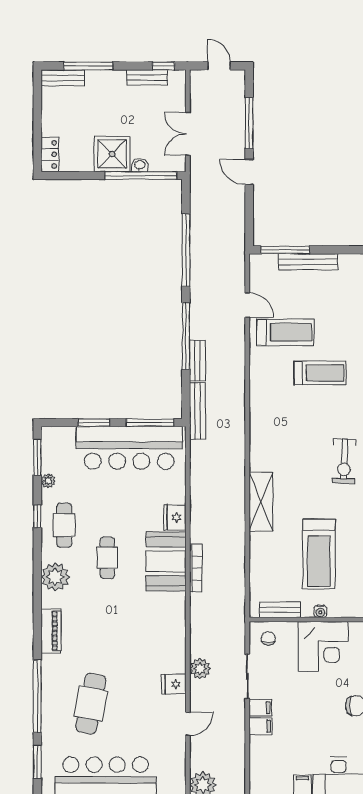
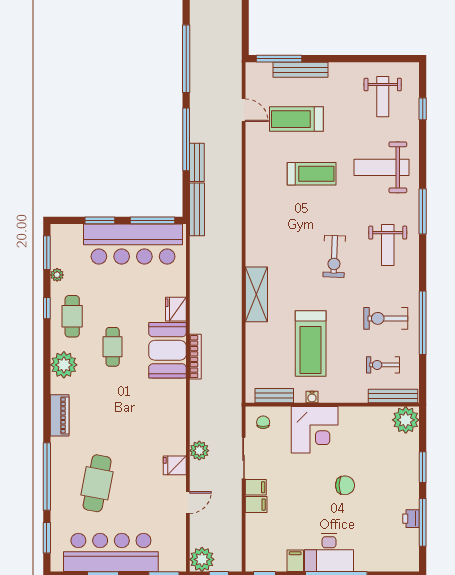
treadmill: (285, 332) -> (296, 119), moved, turned 180

